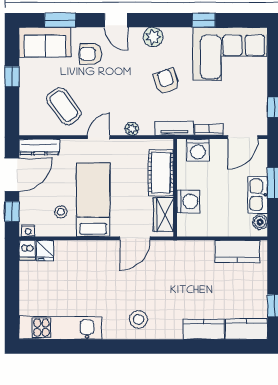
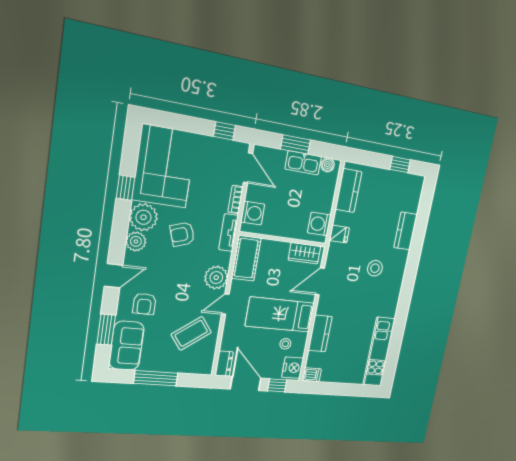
plant: (178, 41) -> (143, 217), added
window: (12, 76) -> (156, 378), width x2.17
plant: (132, 129) -> (216, 278), width x1.87, depth x1.87
door: (99, 137) -> (225, 304), hinge flipped
dresser: (39, 147) -> (224, 364), width x0.70
cot: (161, 173) -> (246, 258), moved, turned 90
washing machine: (188, 201) -> (319, 224), moved, turned -90
nightstand: (28, 230) -> (293, 368), width x1.89, depth x1.79
door: (135, 238) -> (320, 281), swing flipped
fridge: (45, 250) -> (339, 234), moved
stool: (138, 319) -> (375, 268), moved
kitchen counter: (247, 329) -> (320, 333), moved, turned 180

